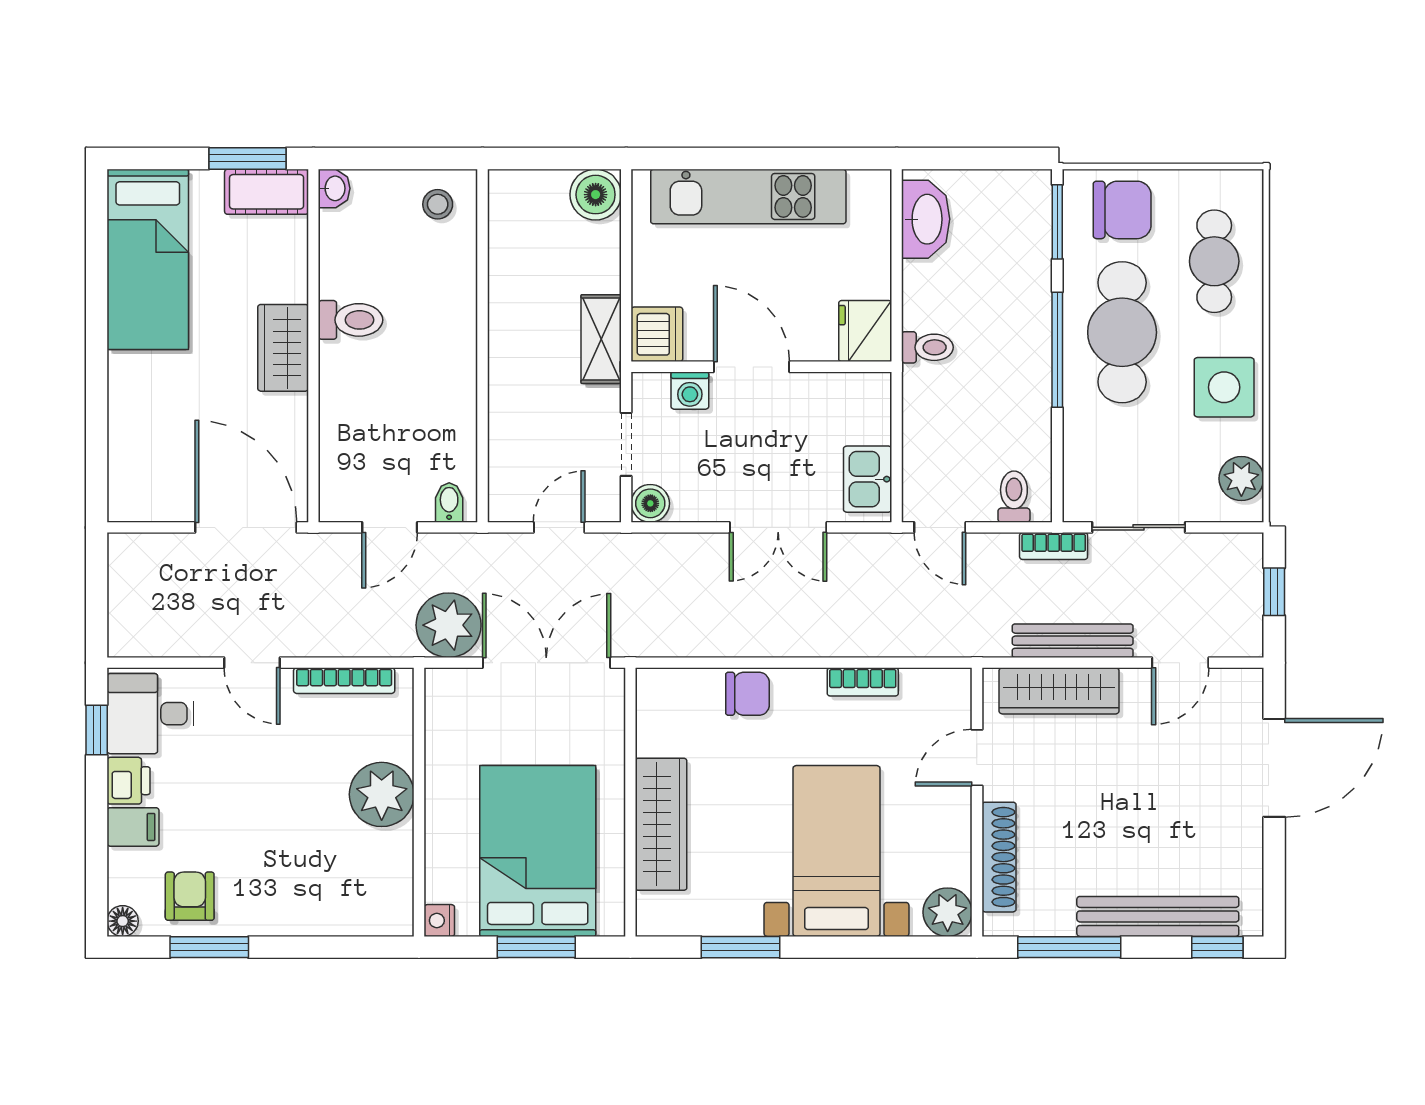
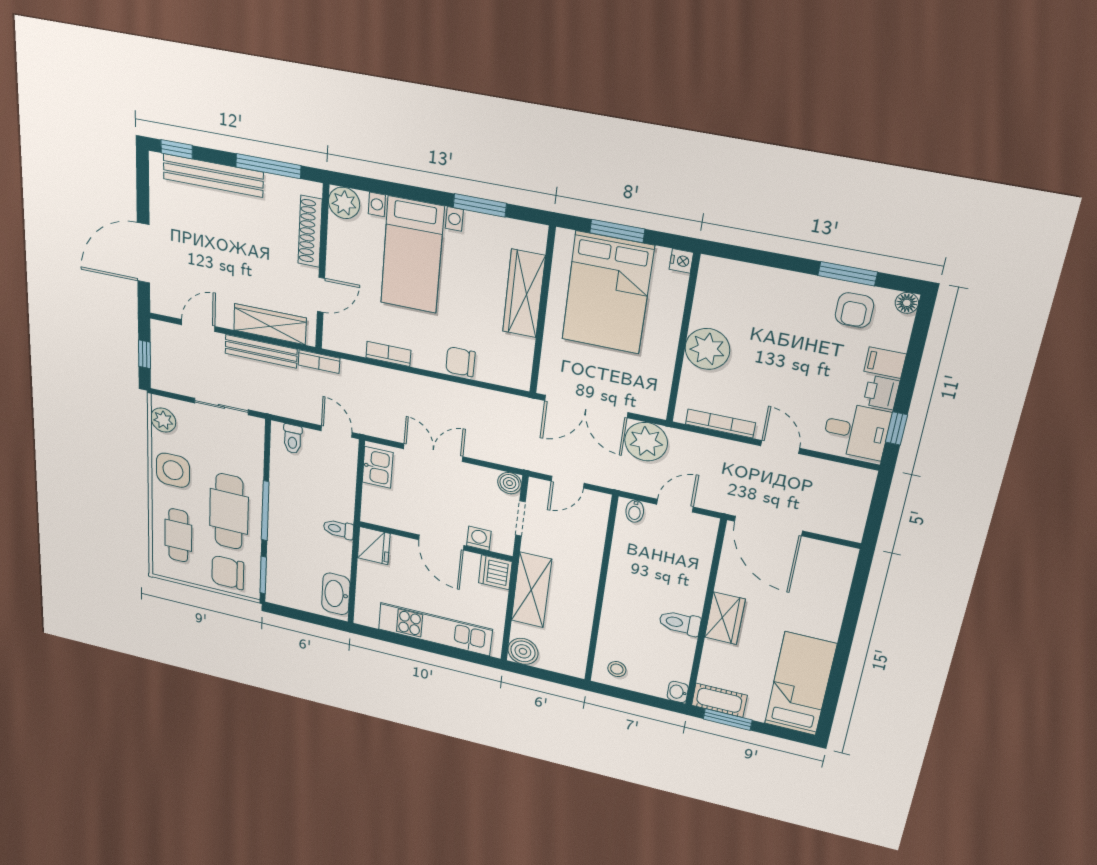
shelving: (601, 339) -> (531, 590), width x1.50, depth x1.33
bookcase: (1054, 546) -> (319, 362), moved, turned 180

